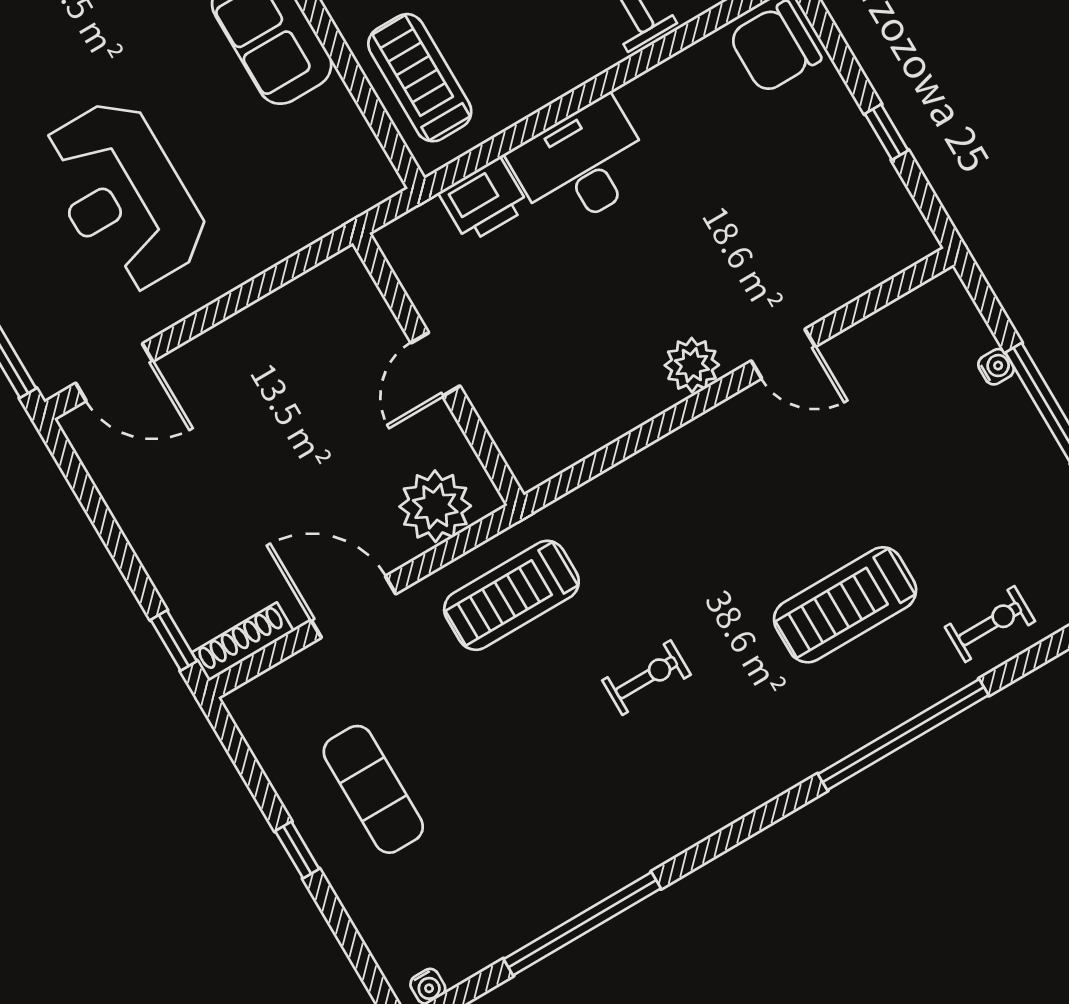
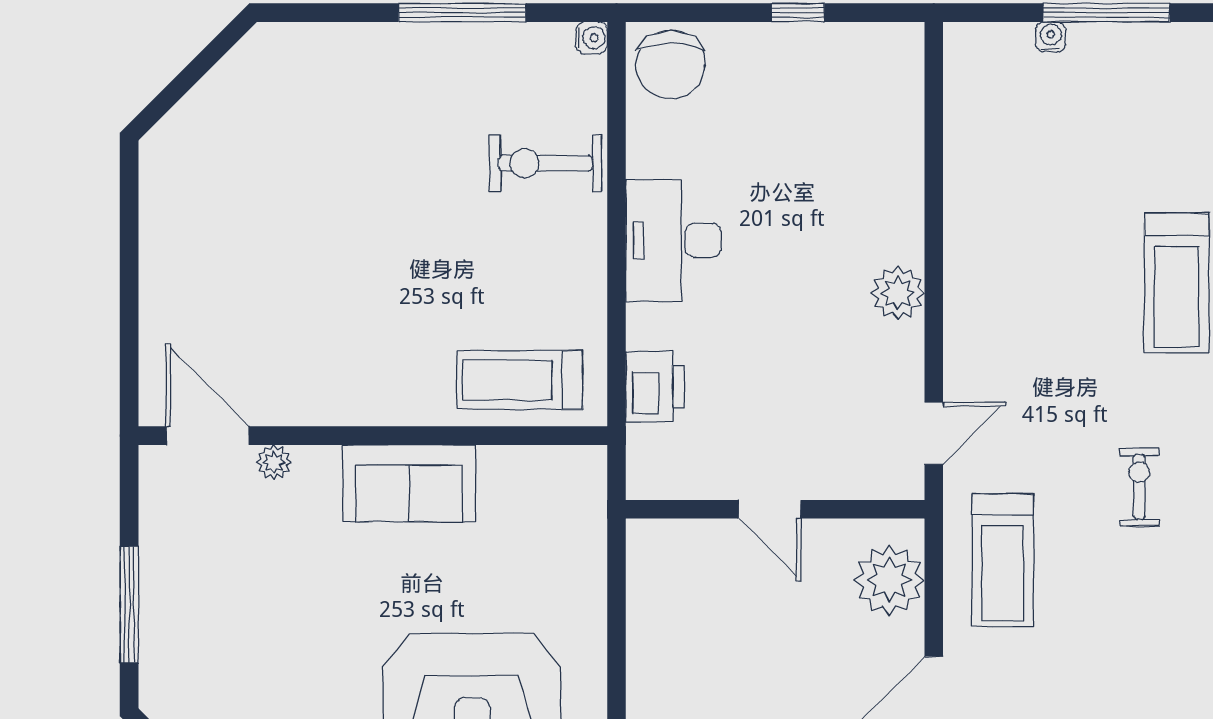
desk: (581, 165) -> (674, 240), moved
door: (783, 354) -> (934, 433), moved

